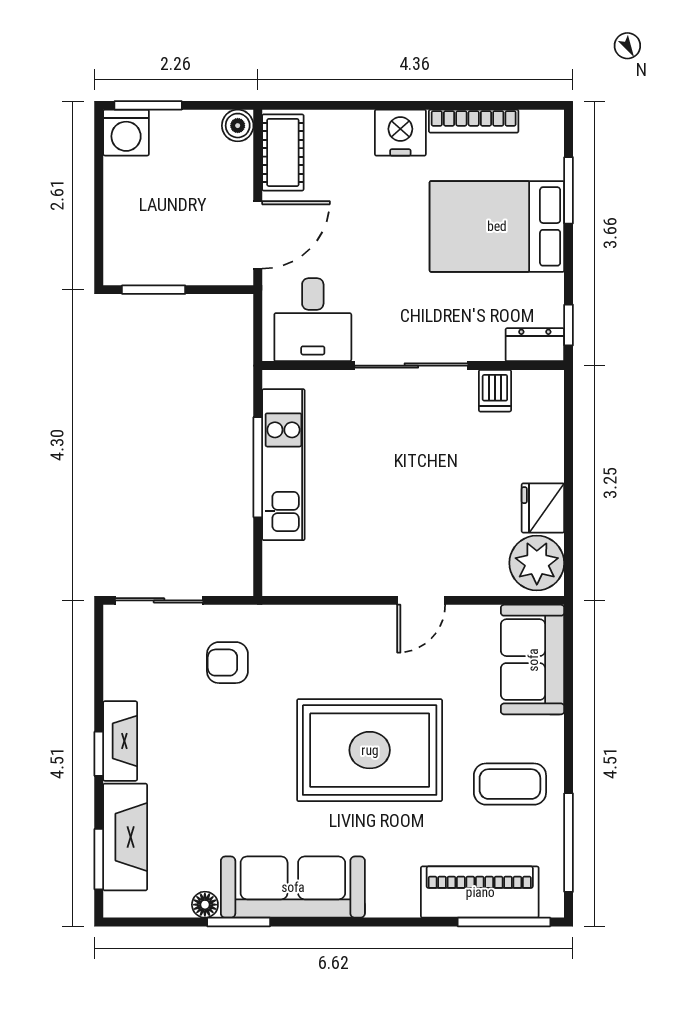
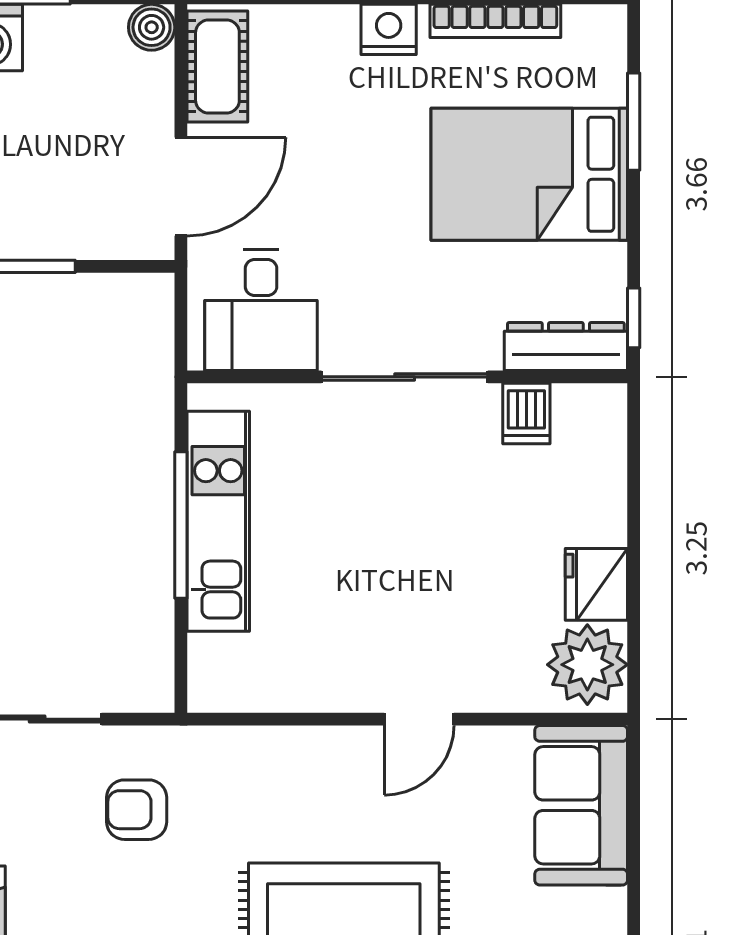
nightstand: (400, 133) -> (389, 29), width x0.74, depth x0.75
dresser: (535, 345) -> (566, 347), width x1.44

